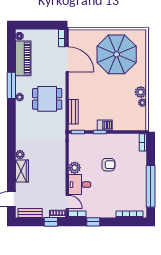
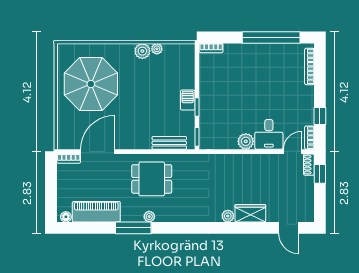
dining table: (47, 99) -> (152, 179), turned 90
armchair: (108, 165) -> (242, 95), removed
bench: (30, 213) -> (308, 202), removed

